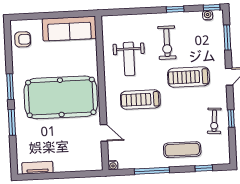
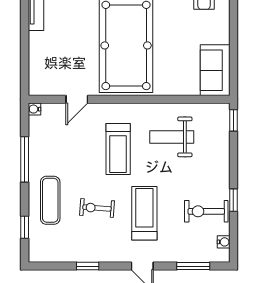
window: (212, 7) -> (233, 120), moved
sofa: (69, 29) -> (215, 70), width x0.73
exercise bike: (167, 43) -> (206, 211), moved
treadmill: (140, 100) -> (118, 149), turned 180
exercise bike: (214, 121) -> (97, 208), moved

